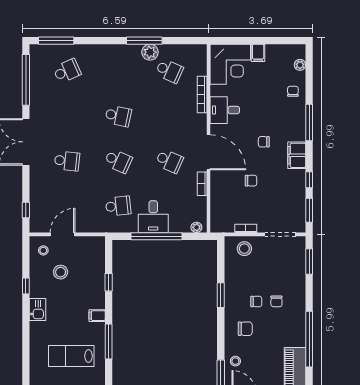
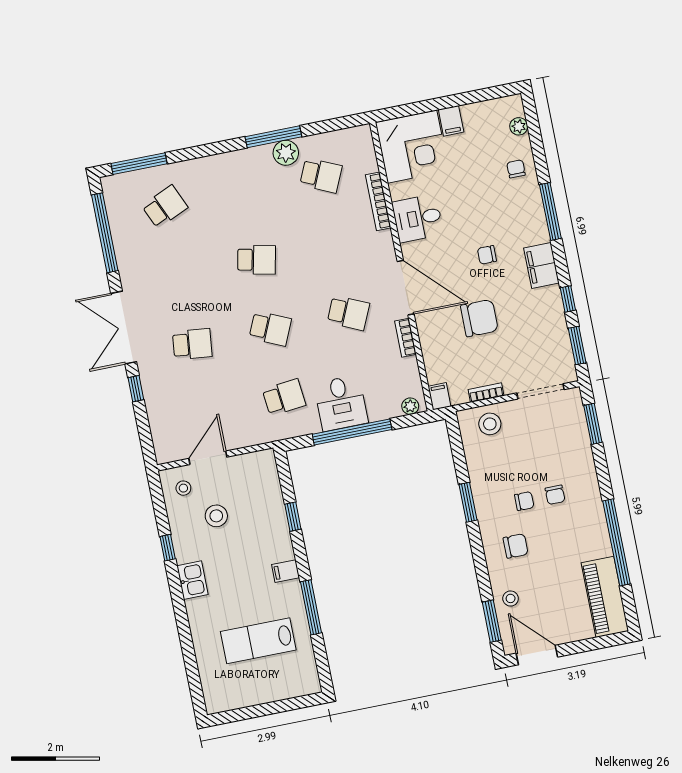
chair: (251, 181) -> (479, 318), width x1.87, depth x1.87
window: (26, 210) -> (136, 389), moved
filing cabinet: (216, 225) -> (439, 396), added

